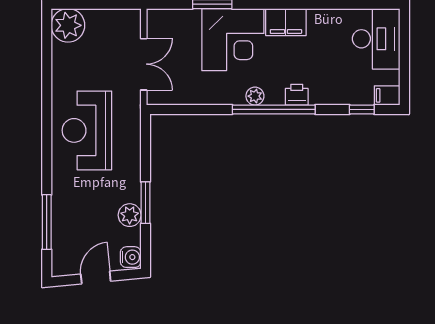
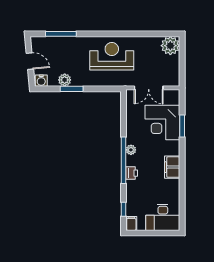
corner desk: (233, 40) -> (162, 123), moved

